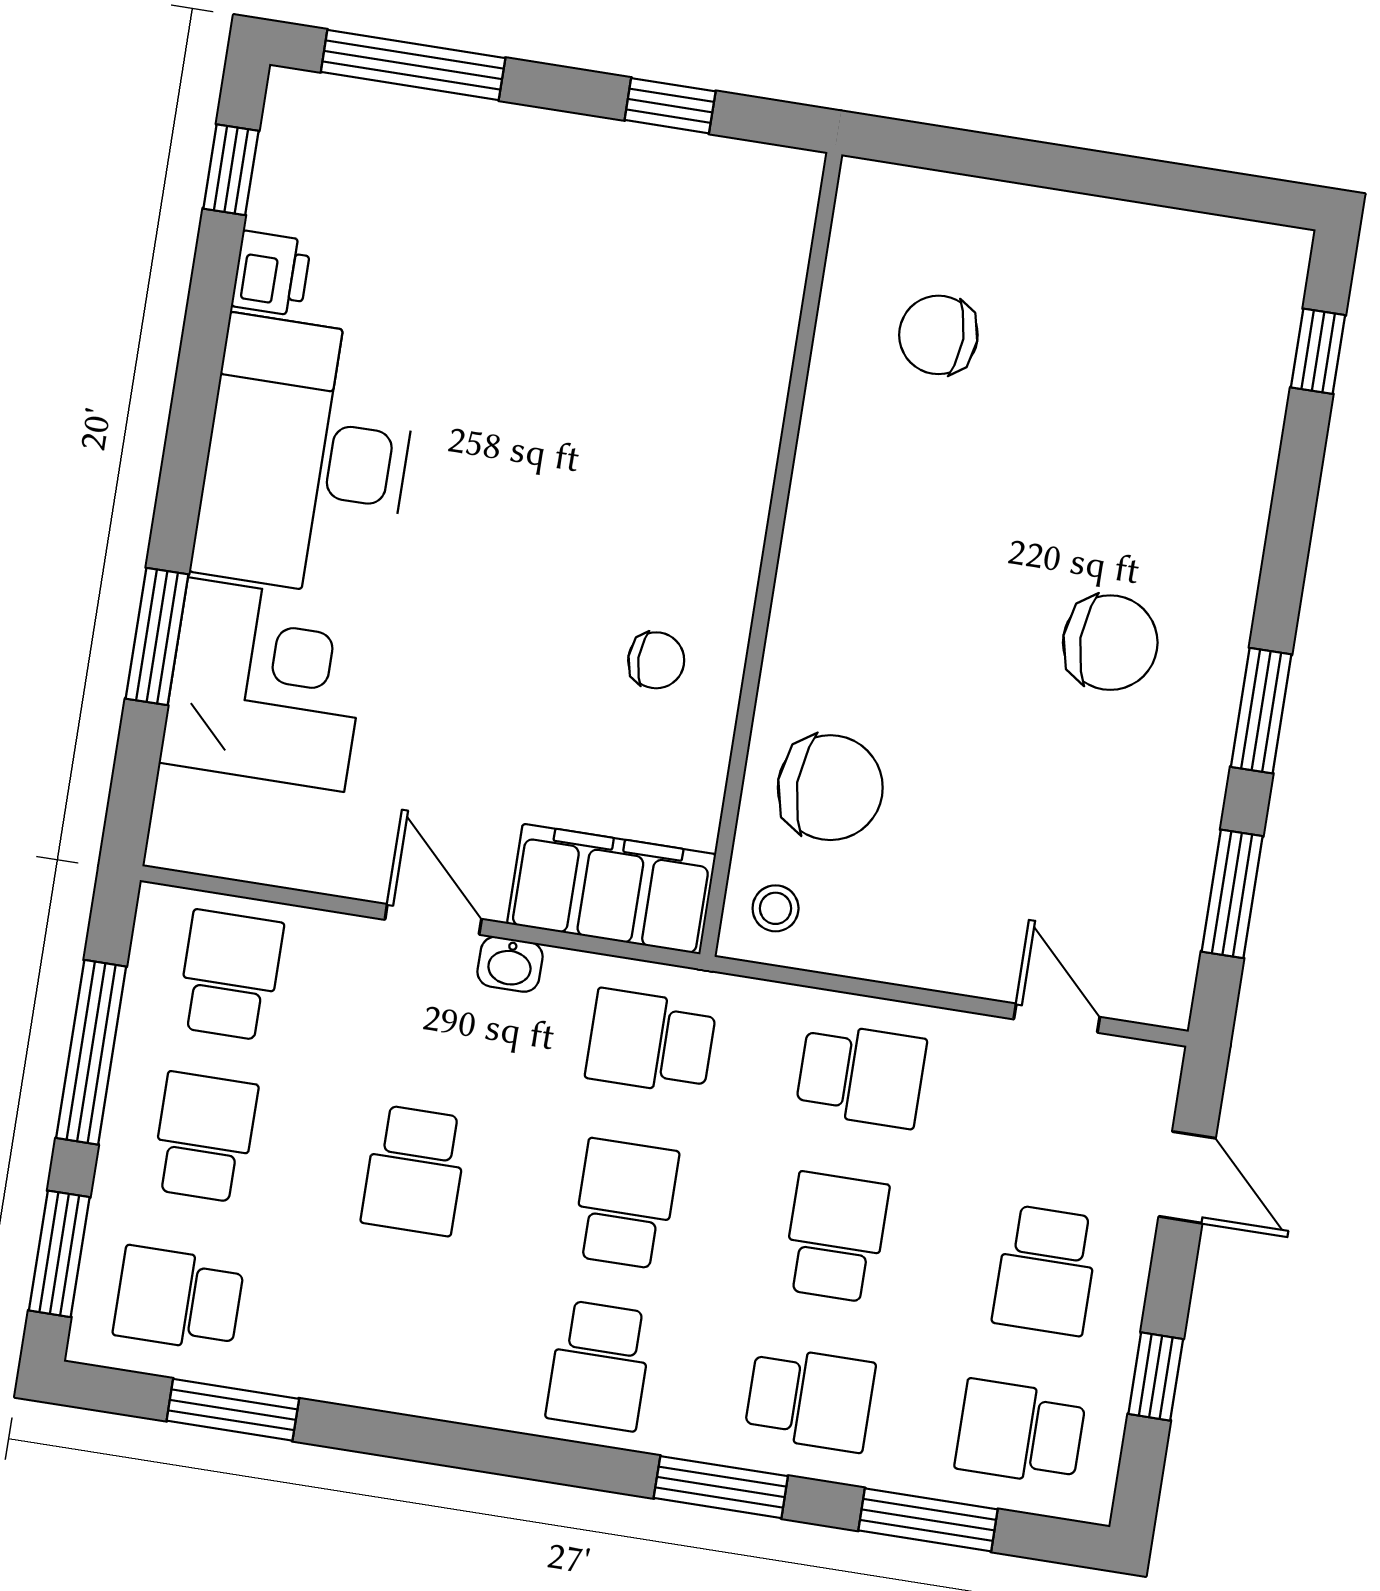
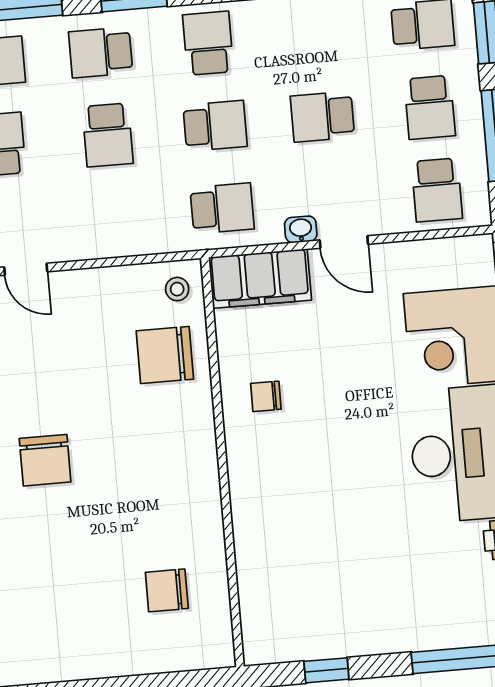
chair: (938, 335) -> (167, 590), turned 180
chair: (1110, 643) -> (45, 460), turned -90
school desk: (861, 1075) -> (115, 218), removed
school desk: (415, 1170) -> (322, 117), turned -90
school desk: (625, 1204) -> (215, 126), turned -90

